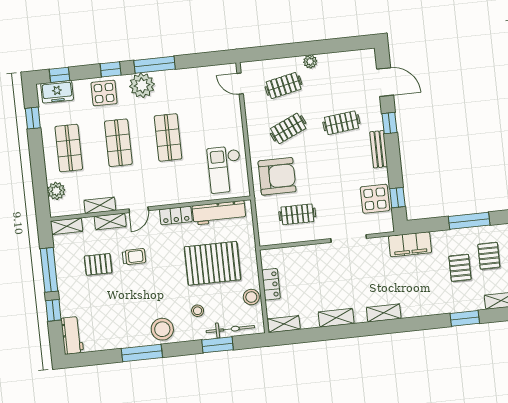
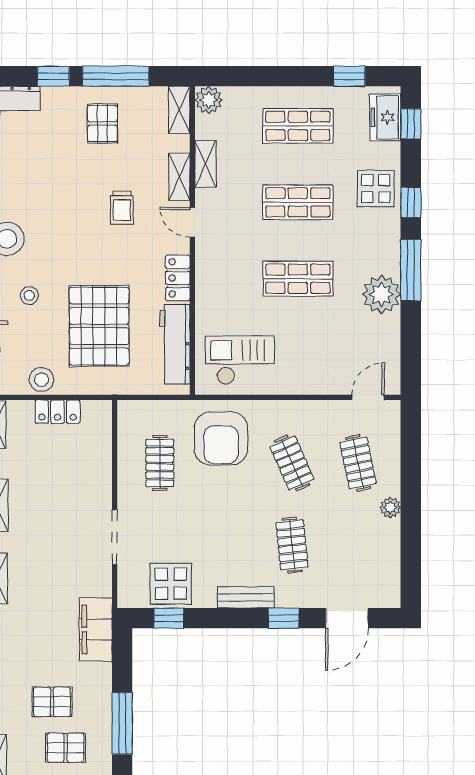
plant: (142, 85) -> (381, 294), moved
plant: (56, 191) -> (209, 100), moved
pallet: (98, 264) -> (102, 124), moved

